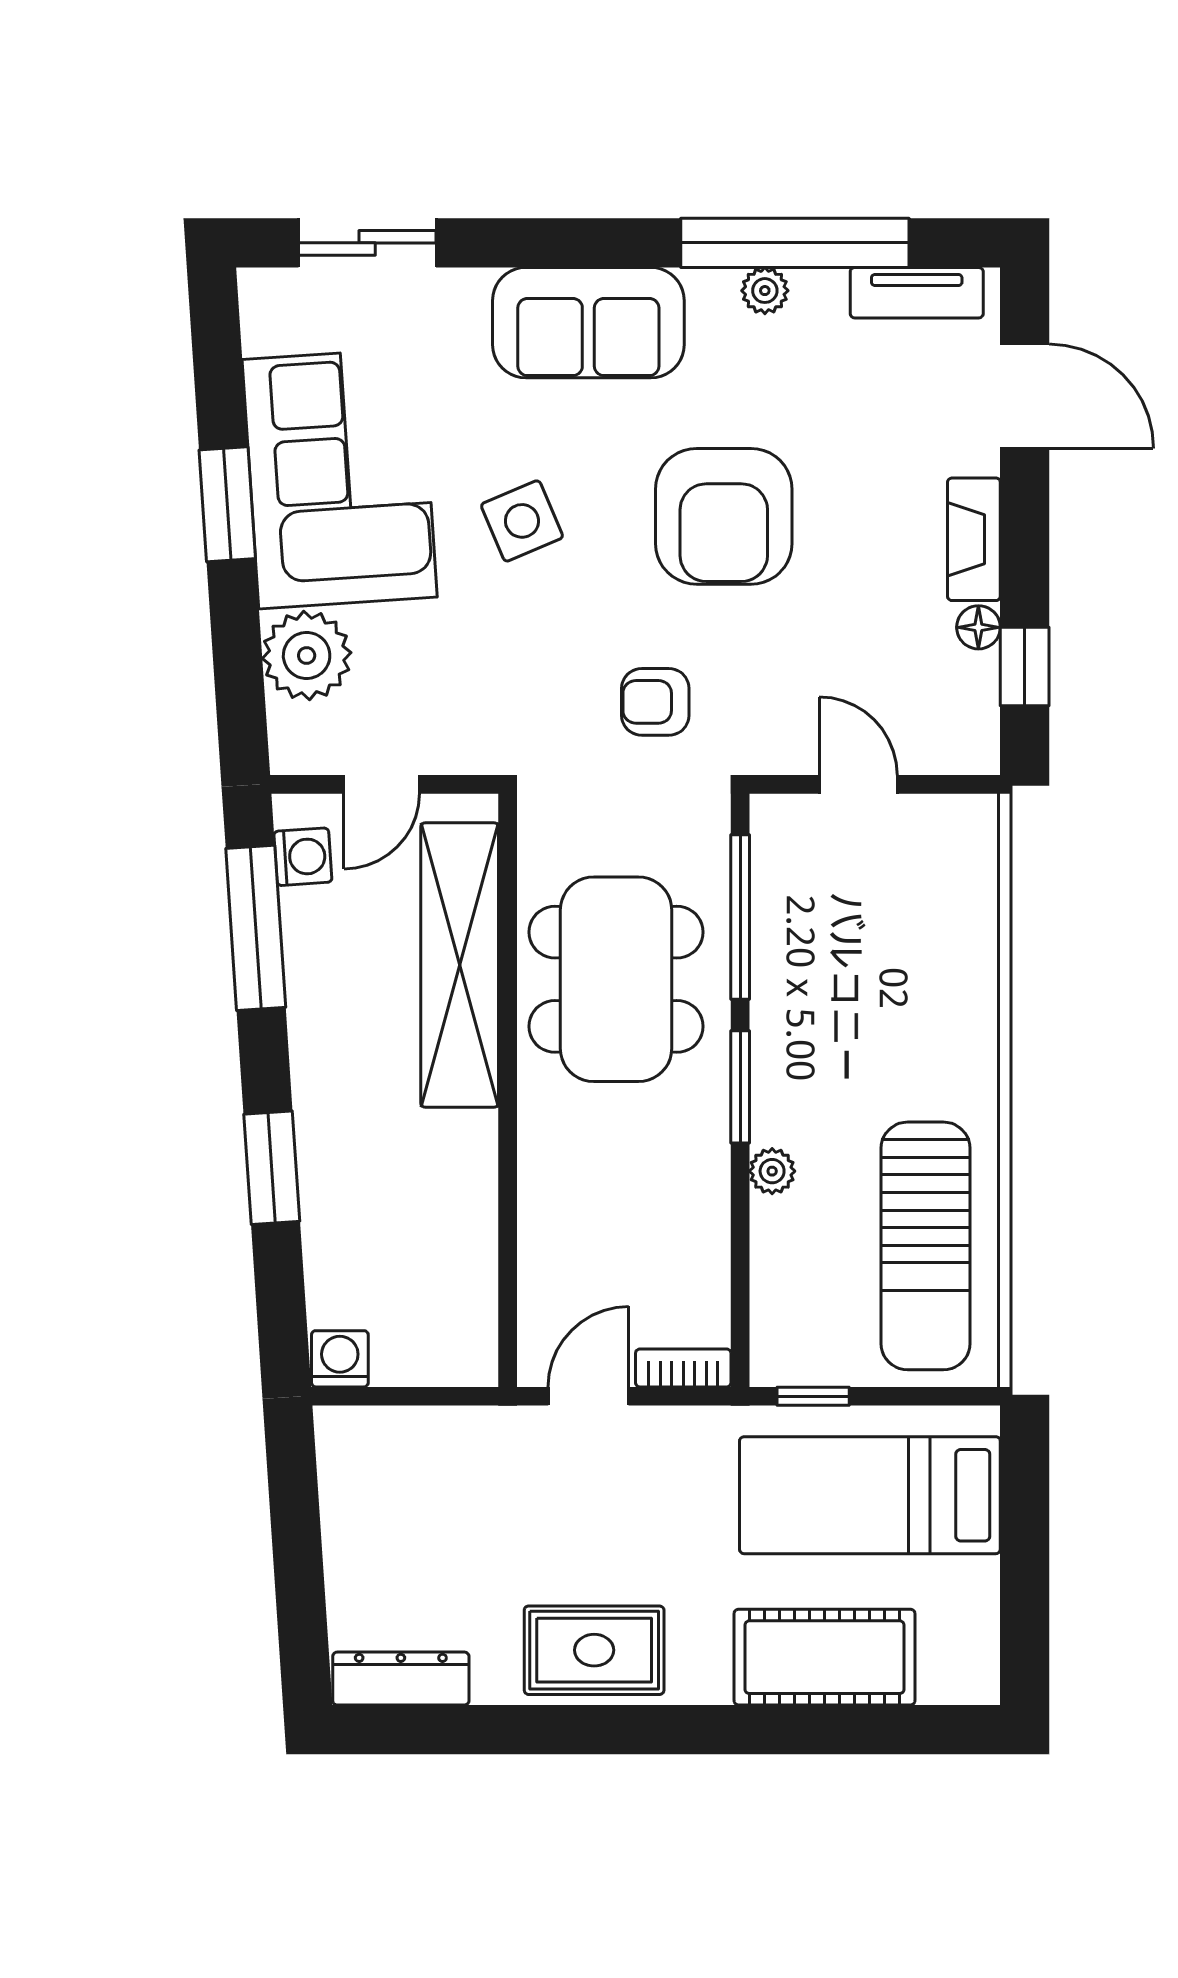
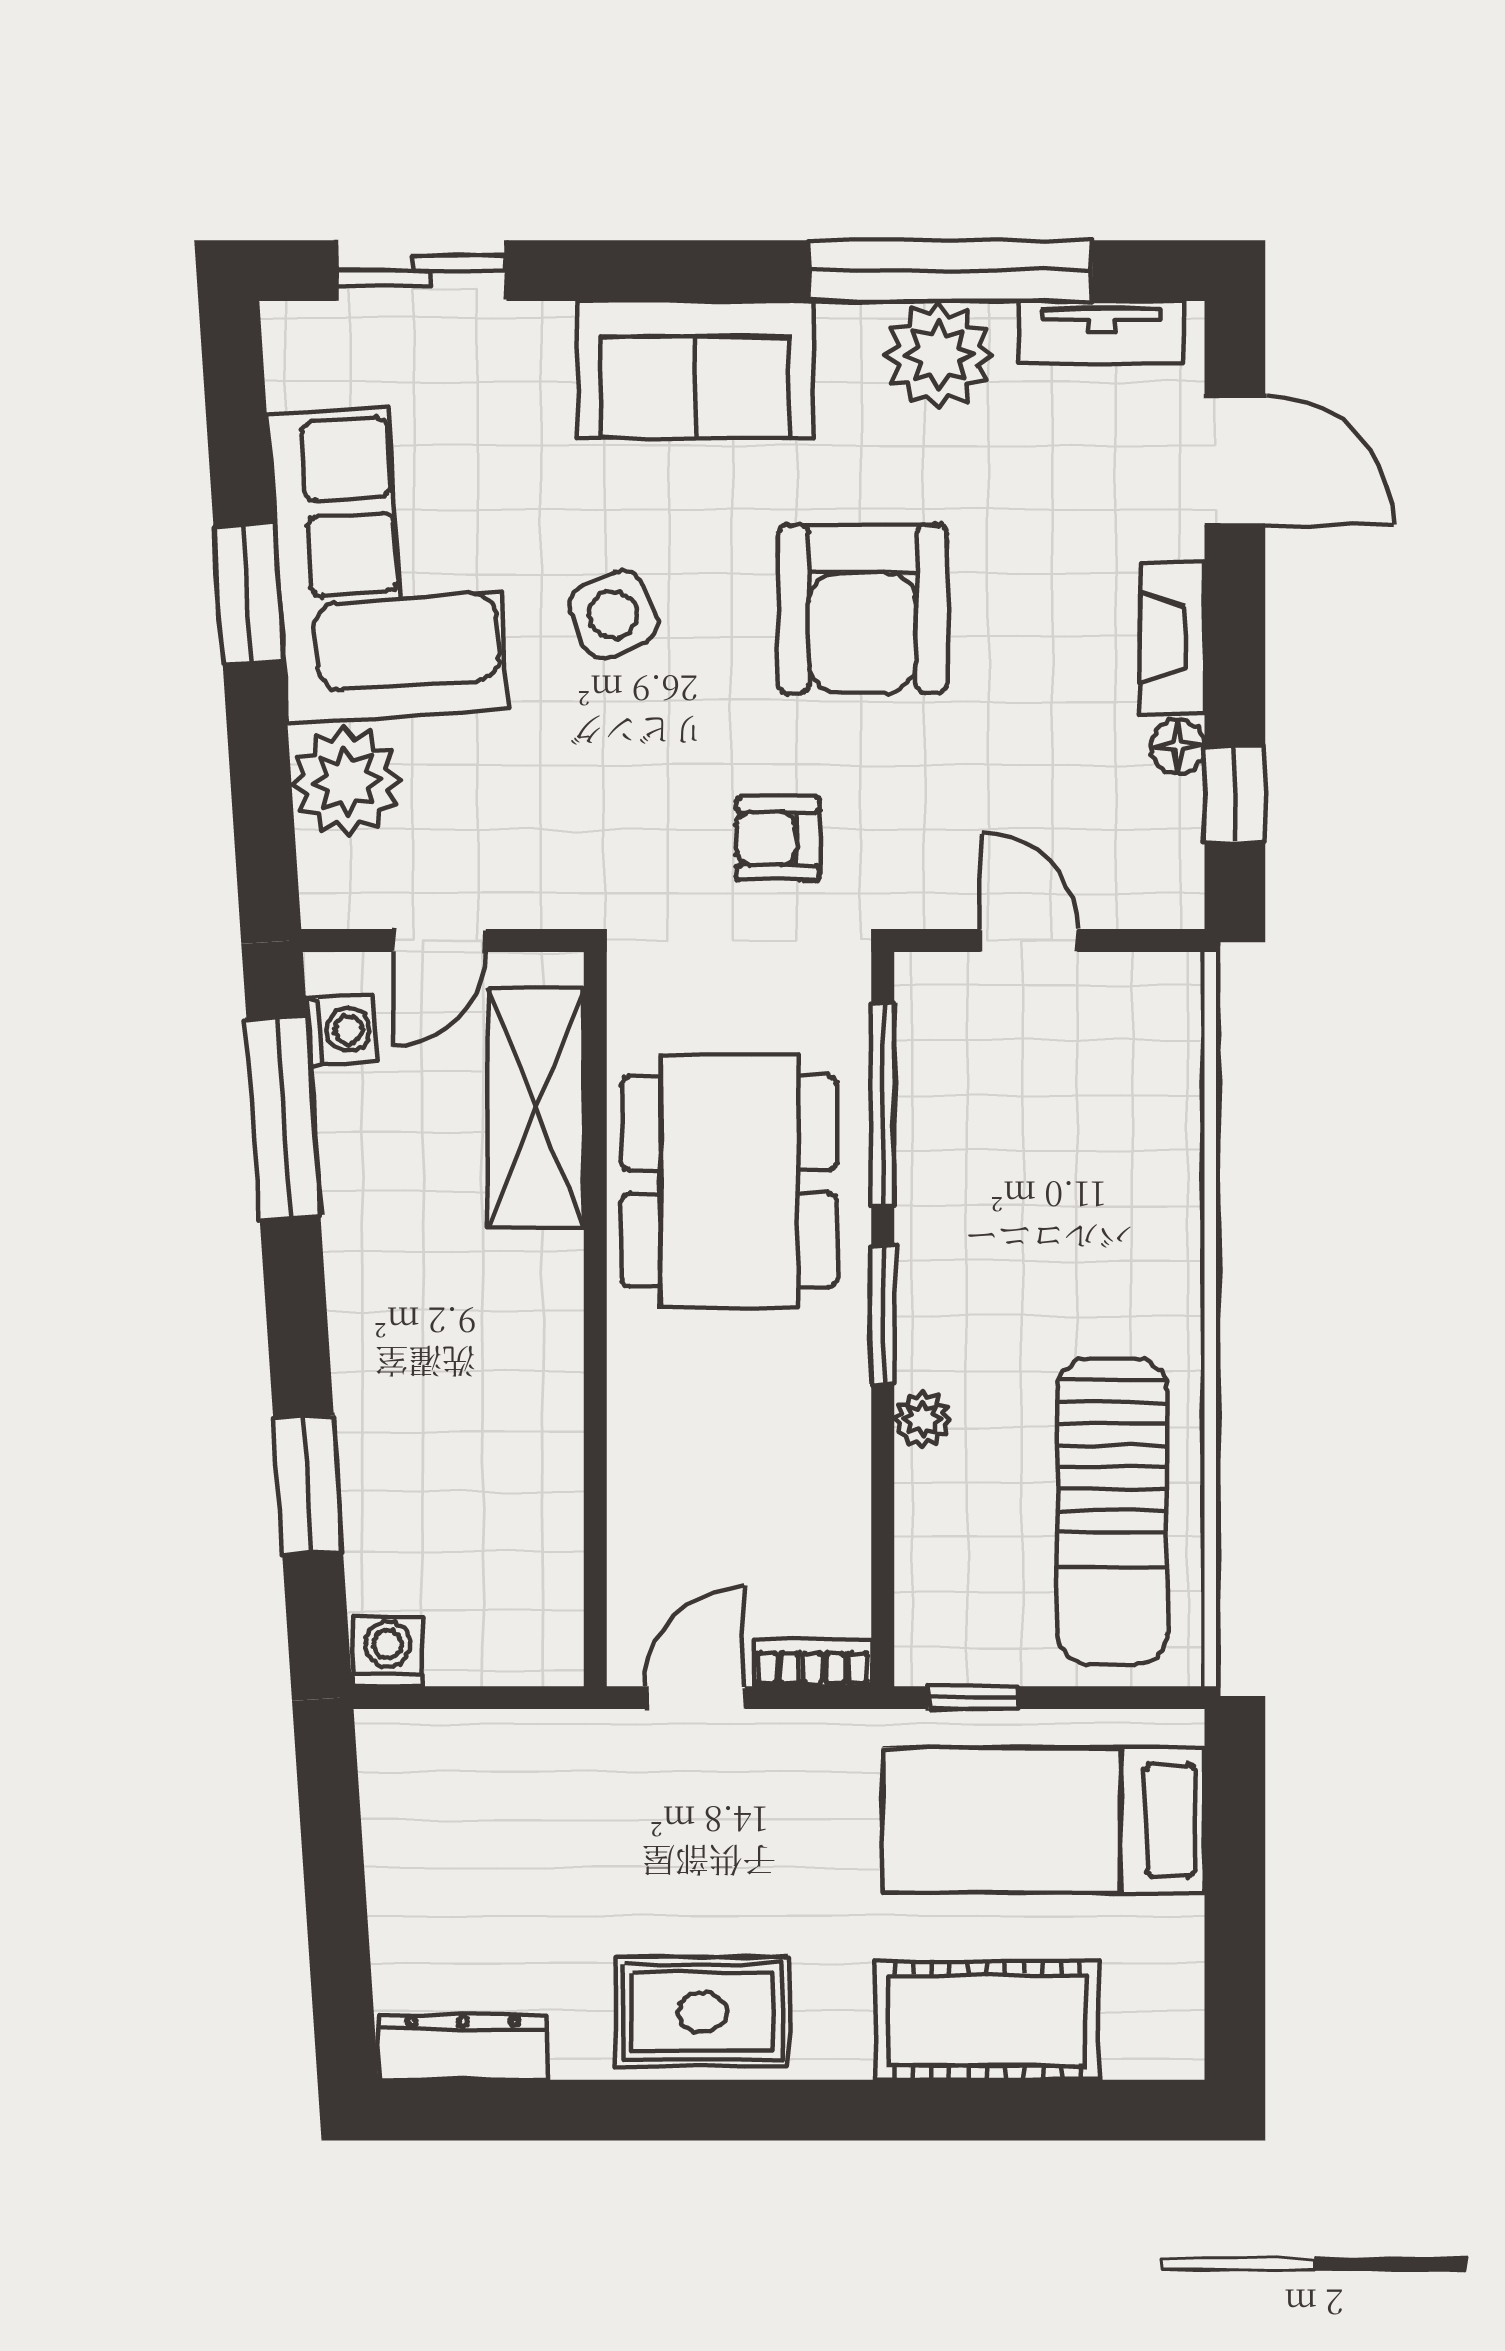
plant: (765, 291) -> (939, 355), width x1.88, depth x1.88
shelving: (460, 965) -> (536, 1108), width x0.68
window: (272, 1168) -> (308, 1485), moved

